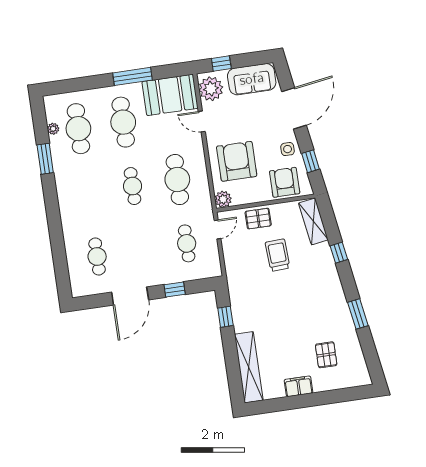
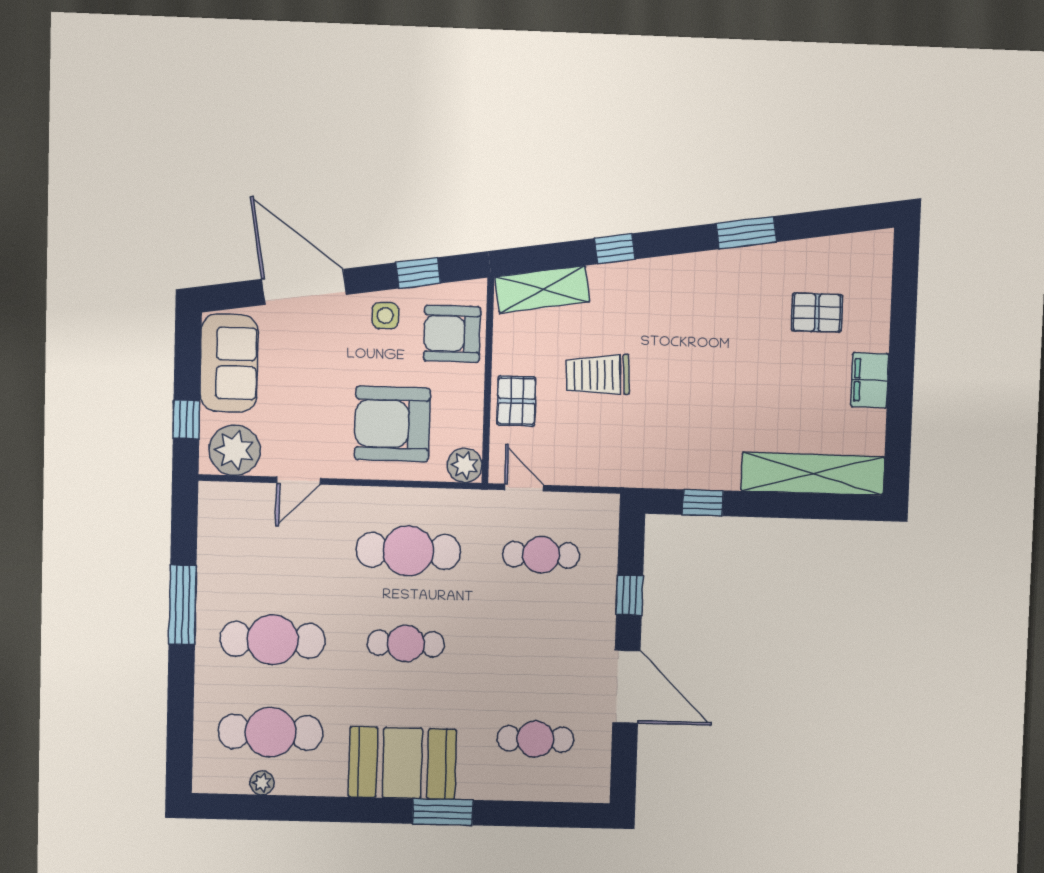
booth: (170, 95) -> (402, 763), moved, turned 90
window: (45, 159) -> (443, 812), moved

